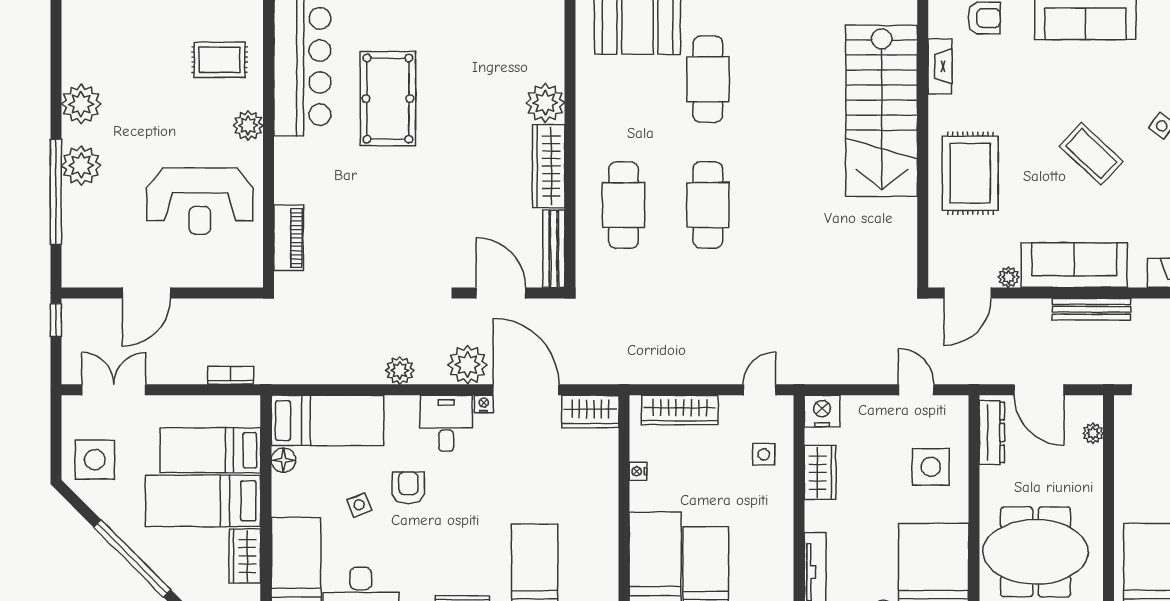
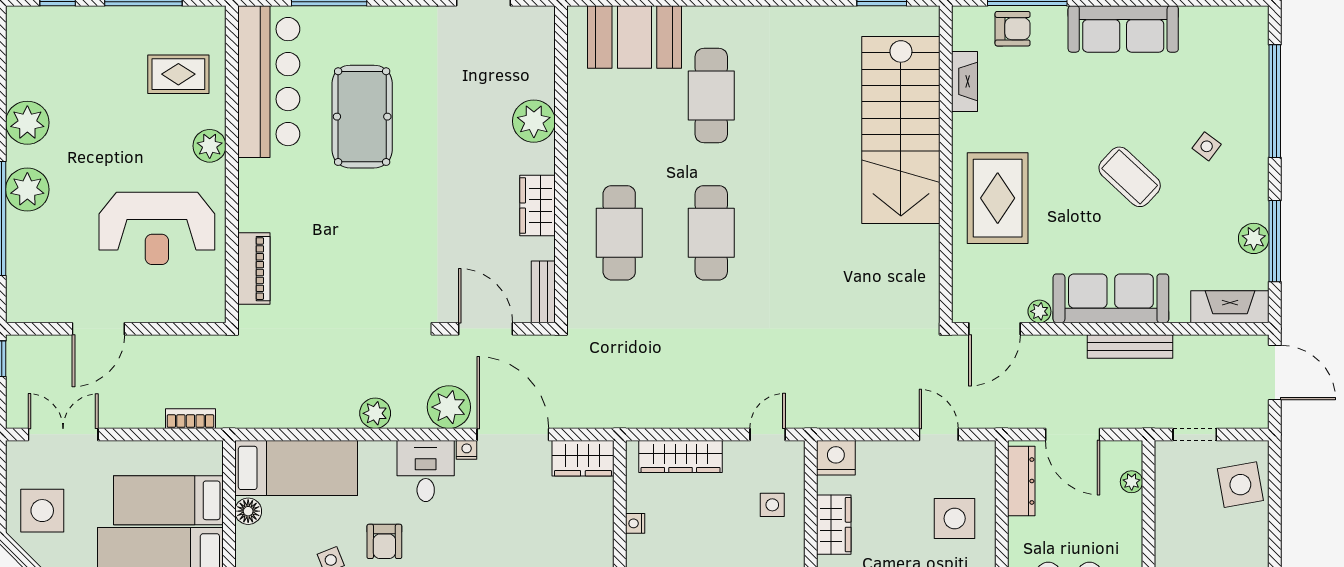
wardrobe: (549, 166) -> (537, 205), width x0.67
bench: (554, 249) -> (543, 292), width x0.73
armchair: (408, 488) -> (384, 541), turned 180

